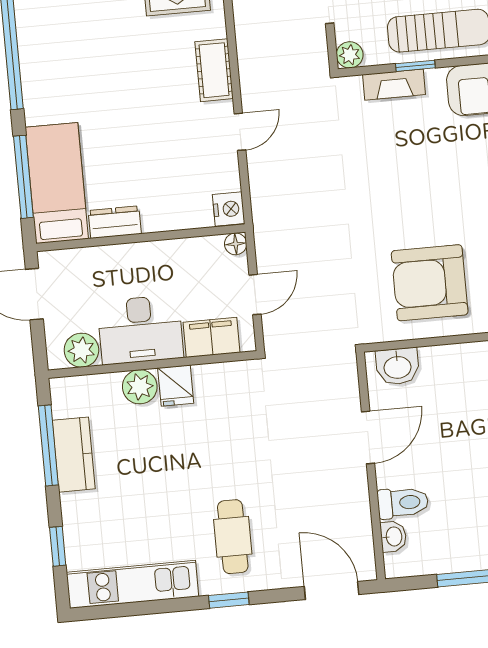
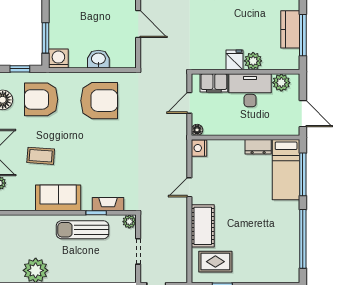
cot: (214, 70) -> (203, 226), width x1.37, depth x1.34
washbasin: (397, 366) -> (98, 59), moved
door: (368, 437) -> (138, 24), swing flipped

